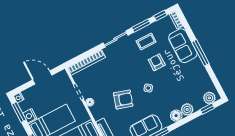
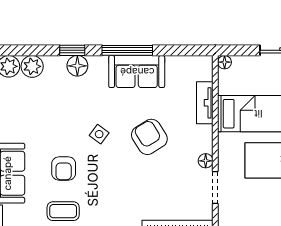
armchair: (123, 99) -> (149, 137), turned 41
plant: (187, 109) -> (32, 66), moved
window: (207, 109) -> (72, 50), moved

